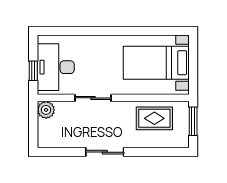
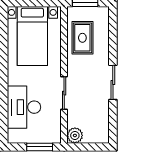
desk: (56, 67) -> (24, 107), moved, turned 90
window: (33, 71) -> (40, 147), width x1.50

